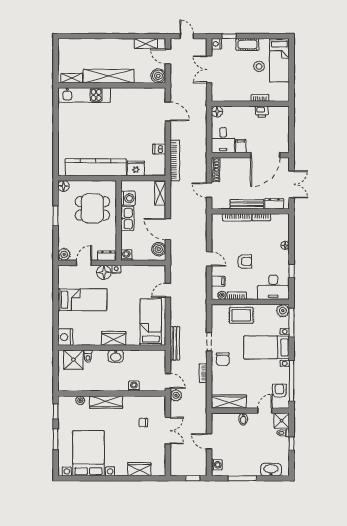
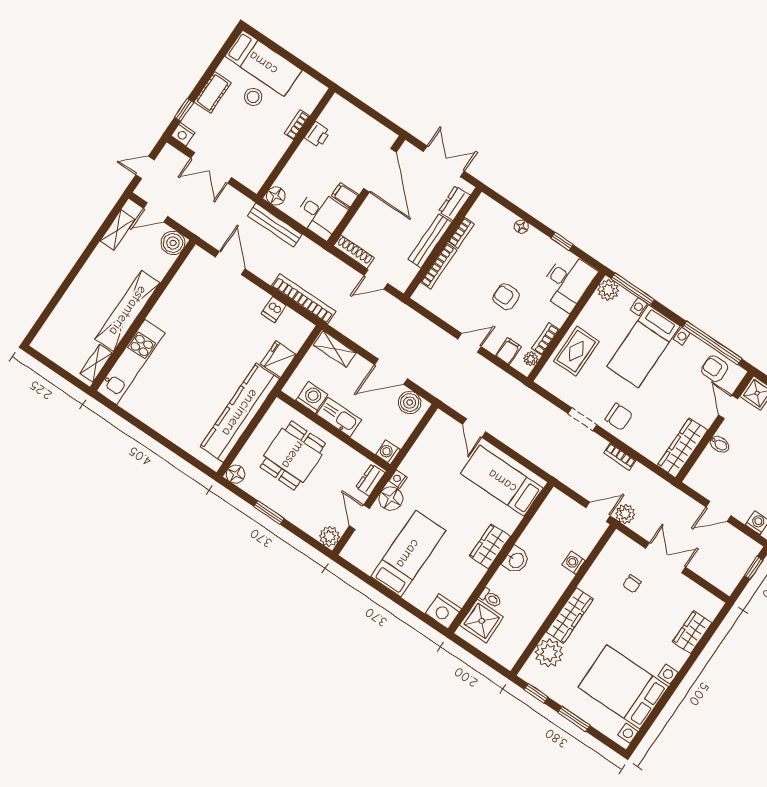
door: (168, 111) -> (230, 263), hinge flipped
armchair: (245, 261) -> (506, 297), turned -90
bench: (175, 343) -> (275, 225), moved
plant: (80, 400) -> (549, 653), width x1.88, depth x1.88

